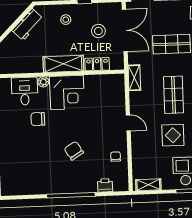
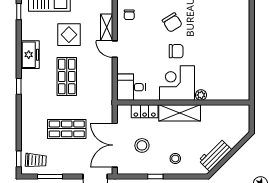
shelving: (134, 78) -> (107, 27), moved
desk: (25, 91) -> (131, 87), moved, turned 90
chair: (38, 119) -> (176, 51), moved

